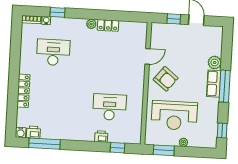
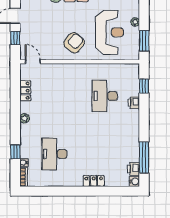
locker: (108, 25) -> (25, 91), moved
door: (147, 56) -> (33, 62), moved
locker: (23, 91) -> (94, 181), width x0.66

